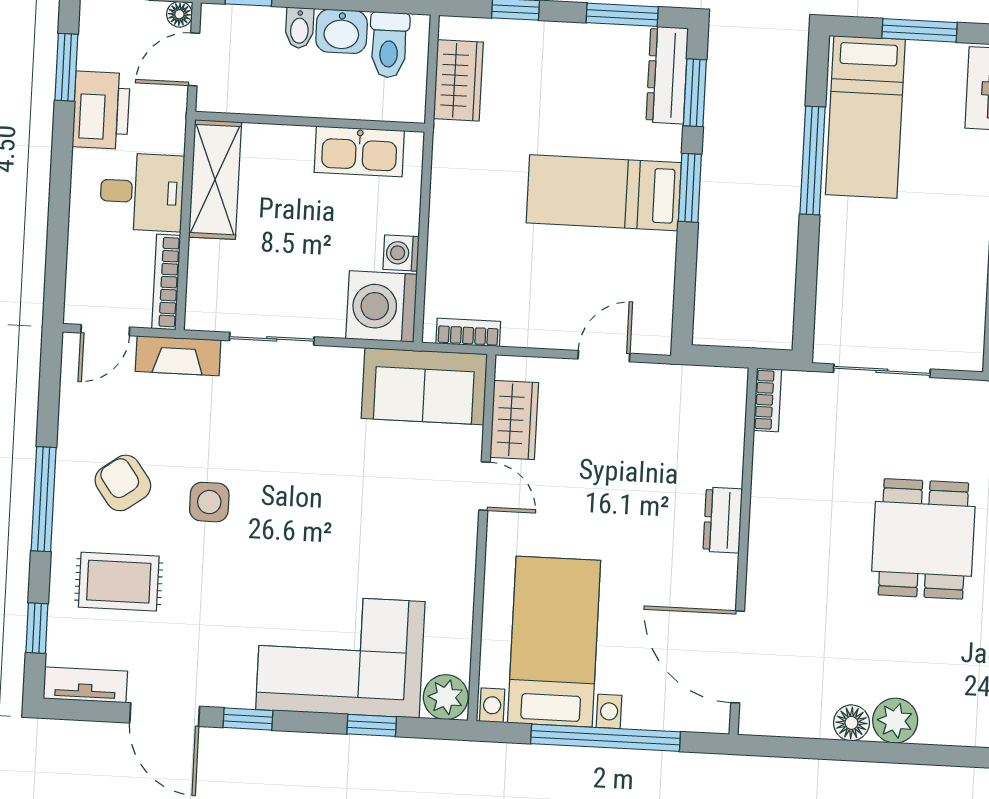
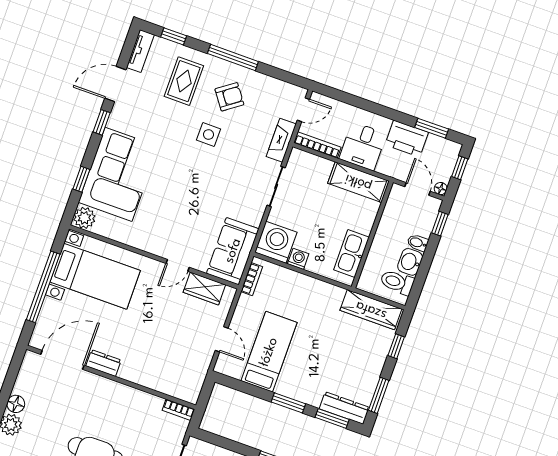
wardrobe: (458, 80) -> (371, 310), width x1.50
bed: (604, 193) -> (269, 352), moved
door: (105, 330) -> (303, 110), swing flipped
dresser: (723, 520) -> (103, 363), moved

